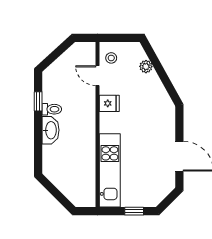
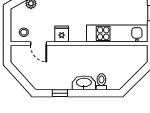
door: (98, 76) -> (39, 44), hinge flipped
toilet: (52, 109) -> (101, 82), moved

